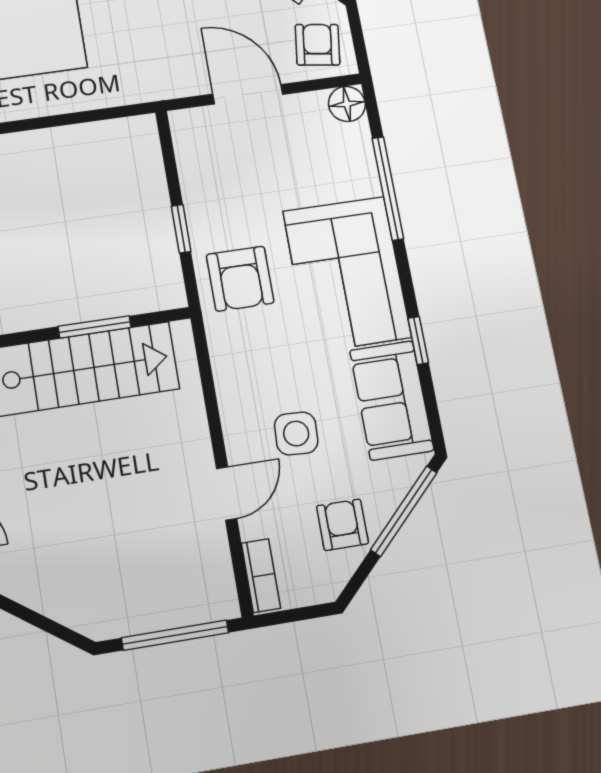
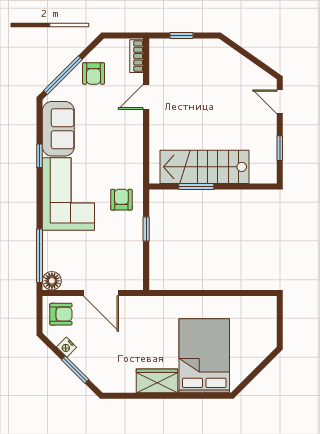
armchair: (317, 45) -> (61, 314), turned -98
window: (388, 188) -> (40, 256), moved
armchair: (240, 279) -> (121, 200), width x0.72, depth x0.72
side table: (296, 434) -> (108, 120), removed
window: (175, 635) -> (182, 35), width x0.46

